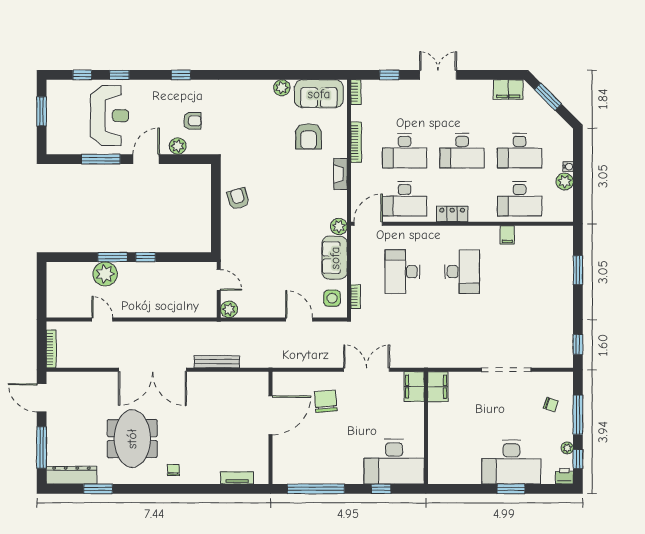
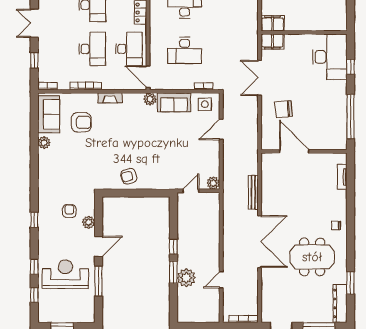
door: (146, 159) -> (99, 246), swing flipped

